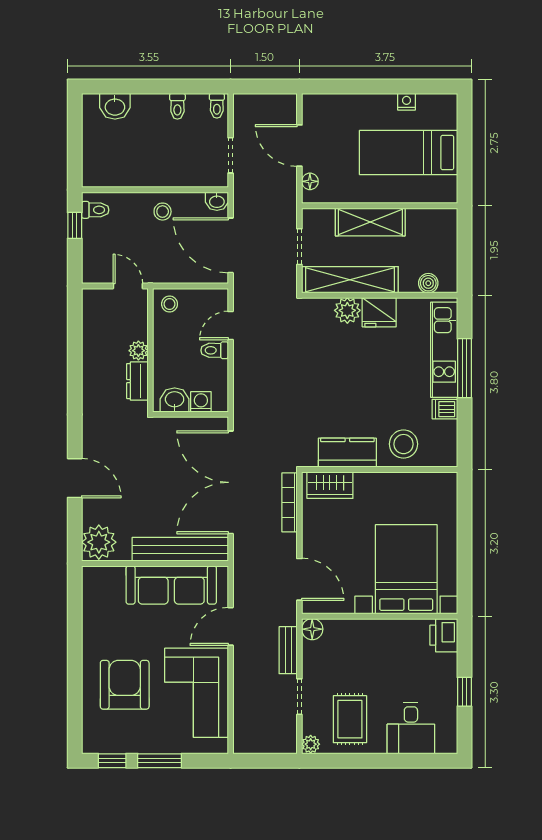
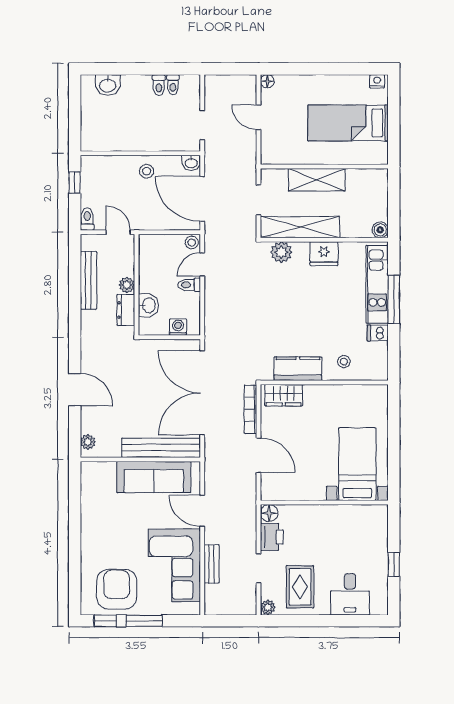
nightstand: (406, 102) -> (377, 81), moved
toilet: (217, 106) -> (173, 85), moved
door: (299, 146) -> (259, 117), width x0.73
floor lamp: (310, 181) -> (267, 81), moved
toilet: (95, 210) -> (87, 219), moved, turned -90
boiler: (428, 283) -> (380, 230), moved
stool: (170, 304) -> (192, 243), moved
plant: (347, 310) -> (281, 252), moved
bench: (91, 345) -> (88, 280), added
washbasin: (175, 400) -> (148, 305), moved, turned 90
stool: (404, 444) -> (344, 362), width x0.53, depth x0.53
plant: (99, 542) -> (88, 442), width x0.53, depth x0.53
bed with nightstands: (406, 569) -> (357, 464), width x0.73
door: (299, 579) -> (259, 455), moved
door: (231, 626) -> (202, 511), hinge flipped
printer: (444, 635) -> (272, 537), moved, turned 180
bench: (288, 650) -> (212, 564), moved
armchair: (125, 685) -> (117, 589), moved

